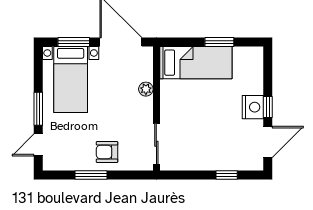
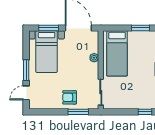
bed: (196, 63) -> (117, 53), moved, turned 90
window: (91, 175) -> (78, 112), moved

